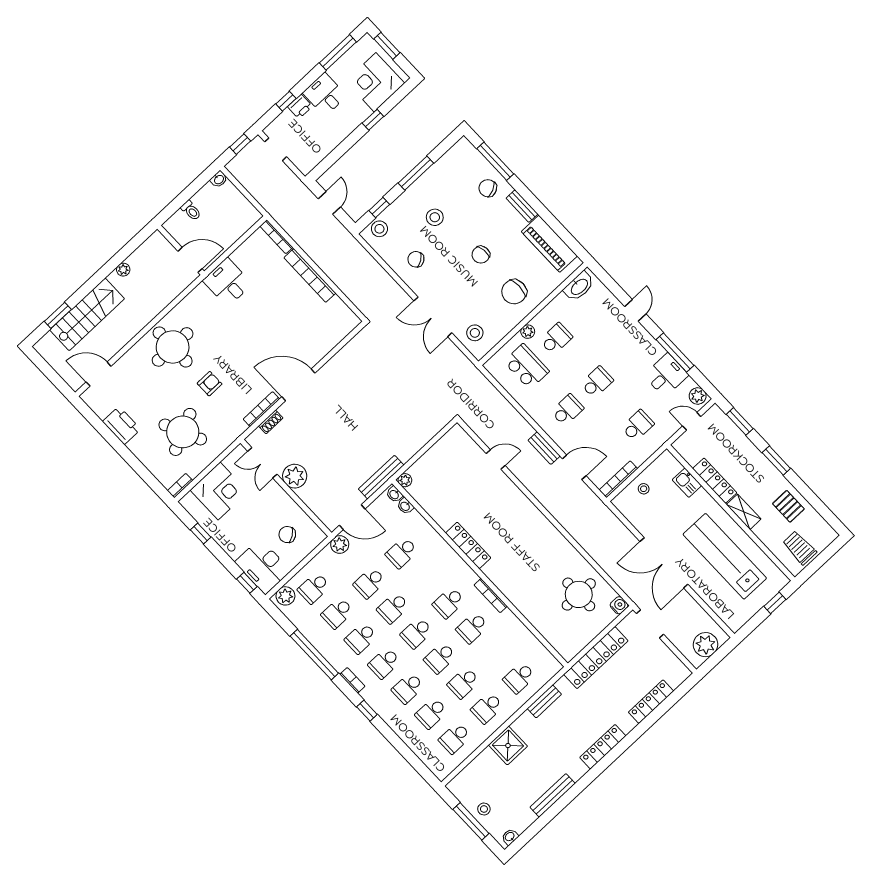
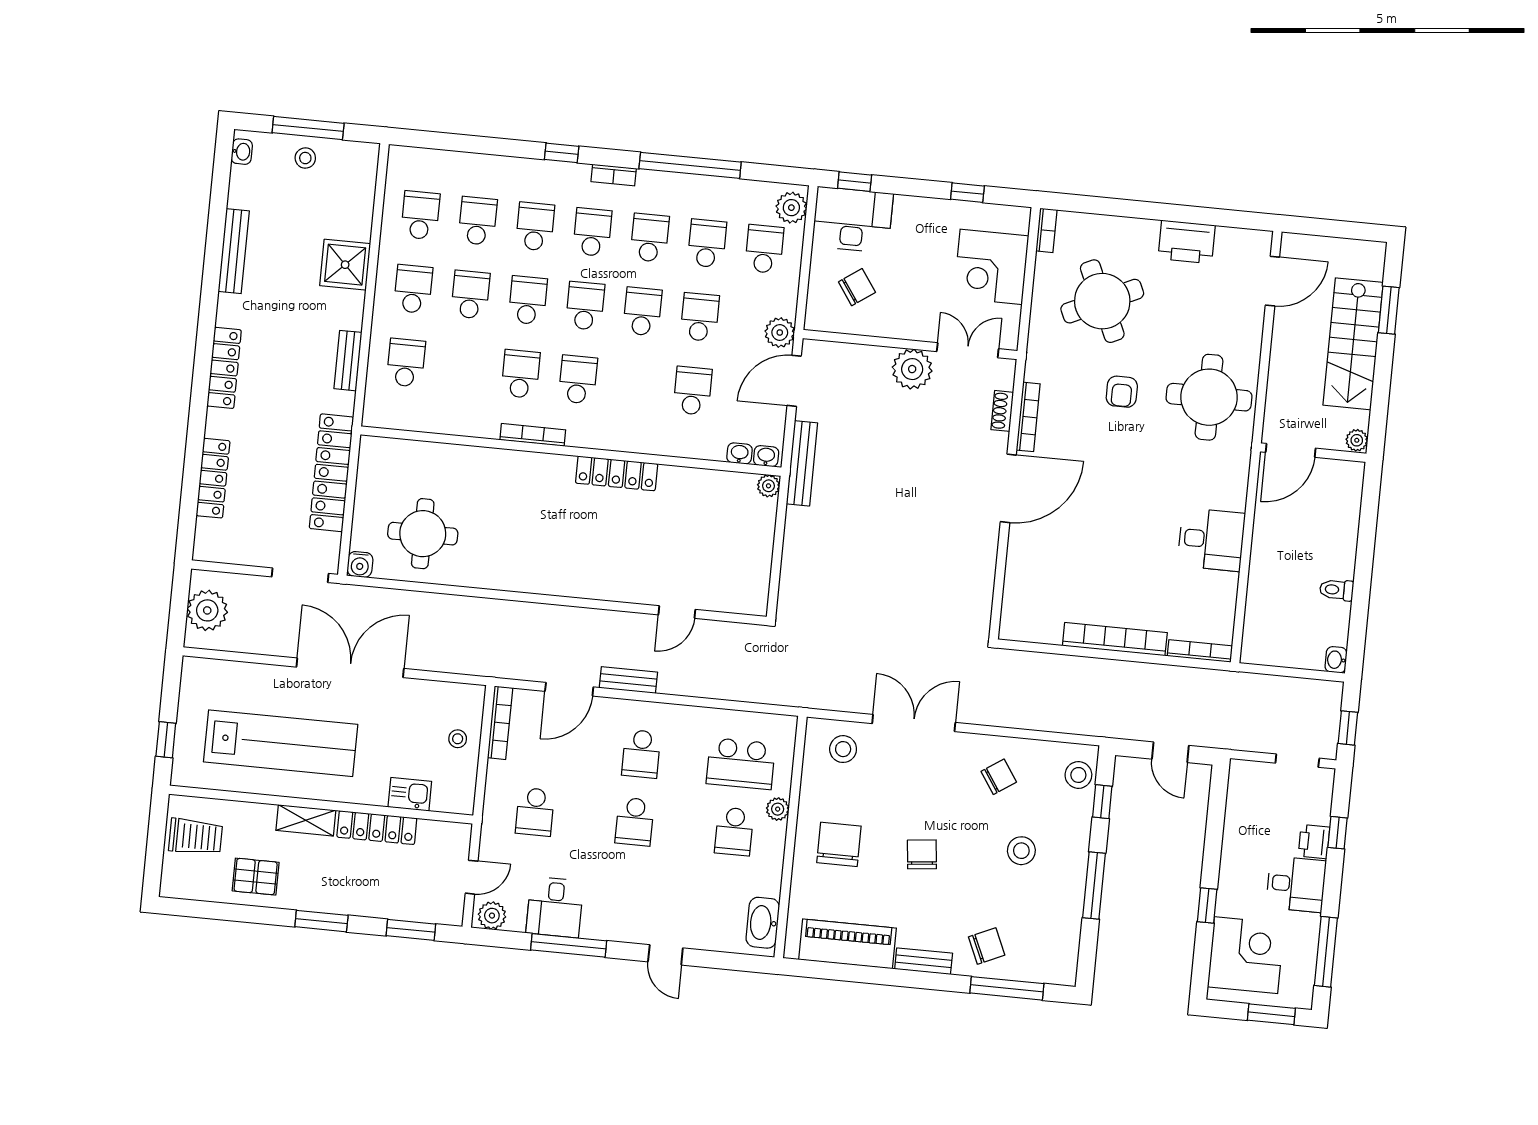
wall: (181, 250) -> (1313, 453), moved
door: (190, 260) -> (1291, 450), moved

